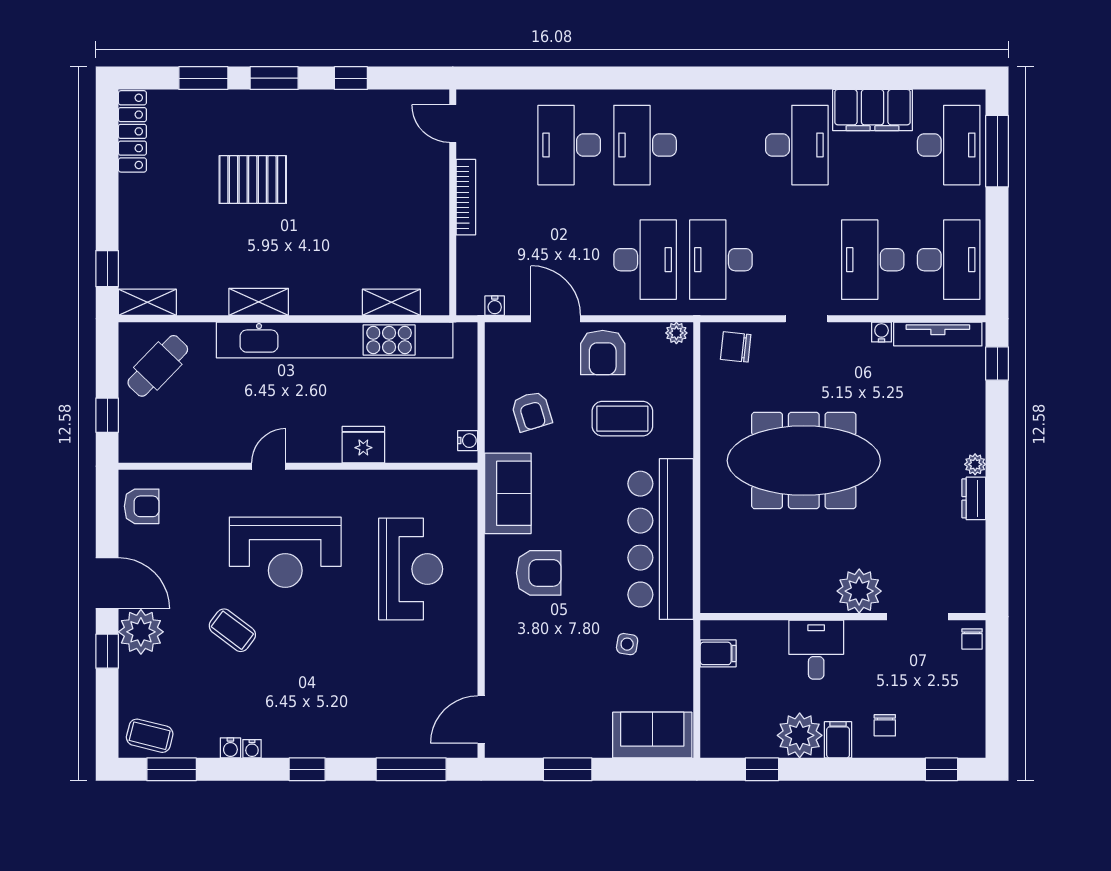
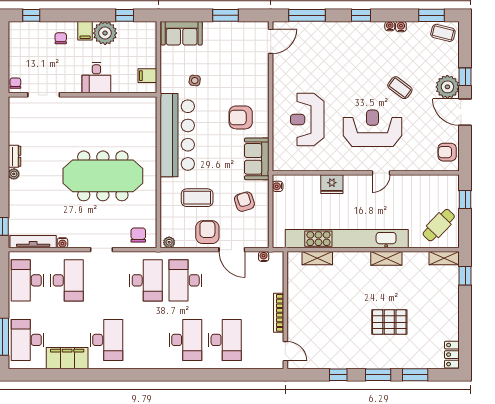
locker: (132, 131) -> (452, 355), width x0.66
desk: (797, 145) -> (106, 340), turned 180
chair: (736, 347) -> (138, 235), turned -96
plant: (859, 591) -> (74, 108), removed

